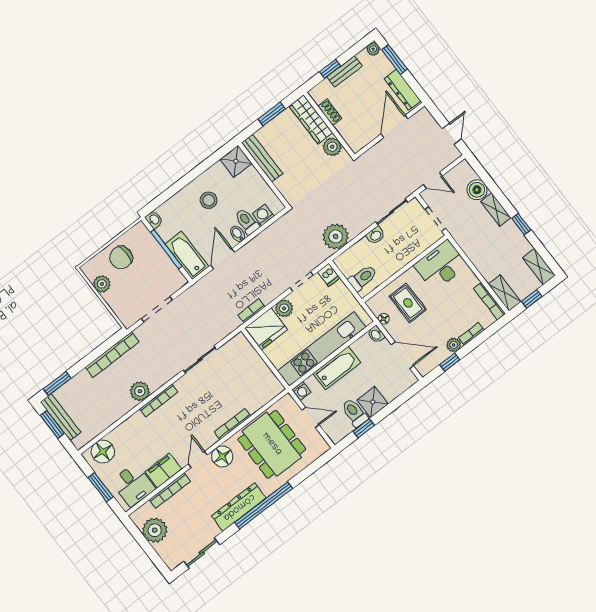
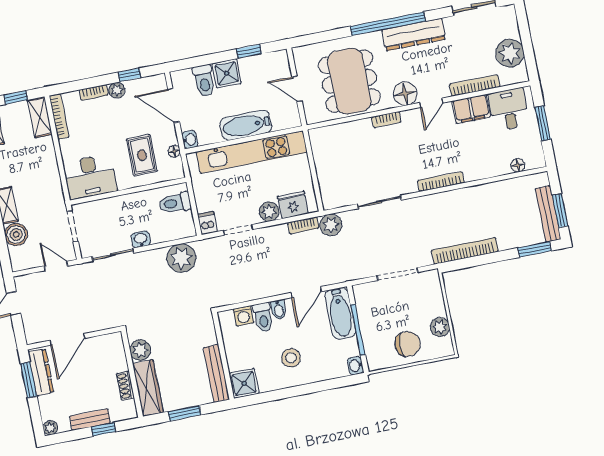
window: (394, 60) -> (29, 380), moved
fridge: (266, 329) -> (293, 205), width x0.73, depth x0.75
plant: (140, 391) -> (331, 225), moved
washing machine: (301, 391) -> (293, 120), removed
toilet: (355, 413) -> (204, 81), moved
bookcase: (232, 424) -> (386, 120), width x0.64
floor lamp: (103, 452) -> (518, 165), width x0.53, depth x0.53

